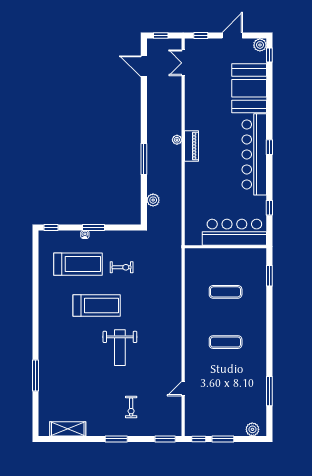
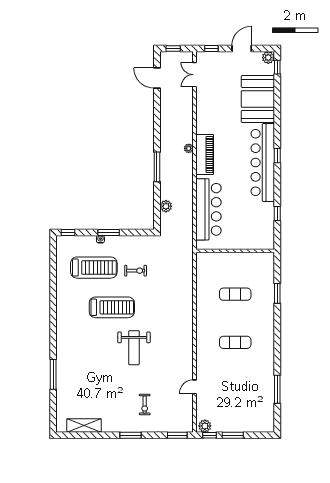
piano: (191, 146) -> (205, 154), width x1.37, depth x1.33
bar counter: (234, 232) -> (208, 209), moved, turned 90
window: (269, 276) -> (277, 293), moved
plant: (252, 429) -> (205, 426), moved

